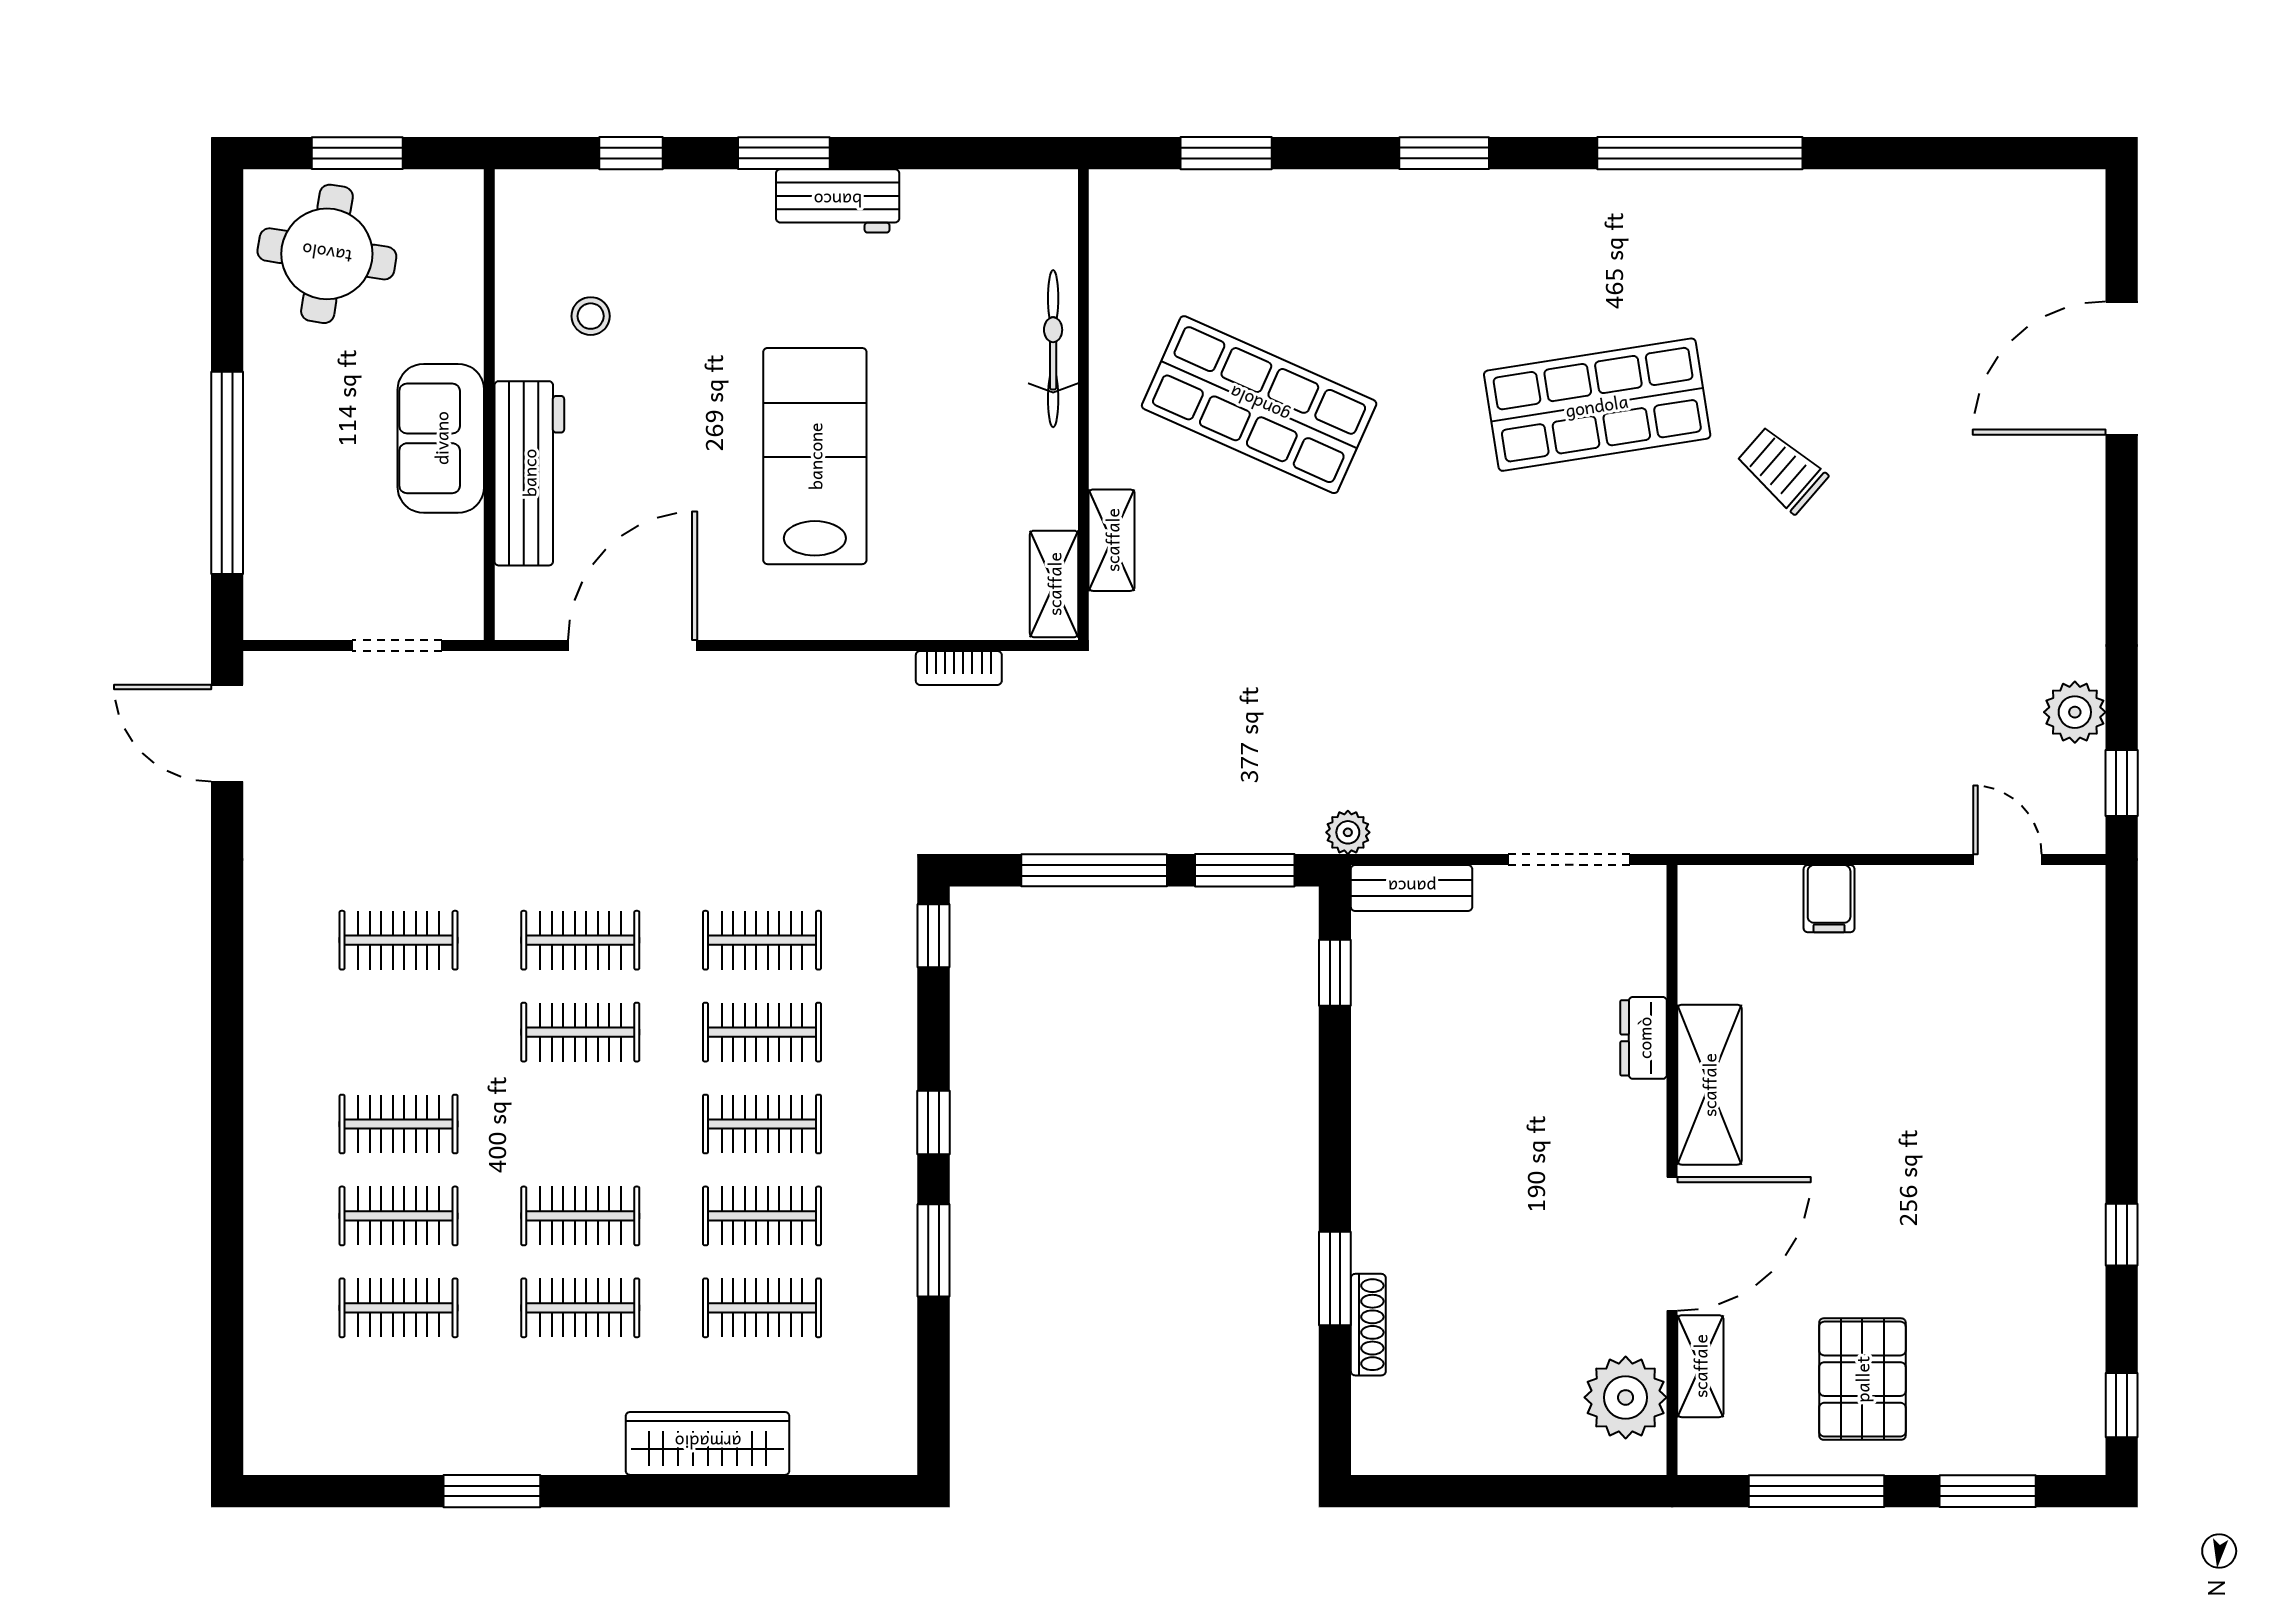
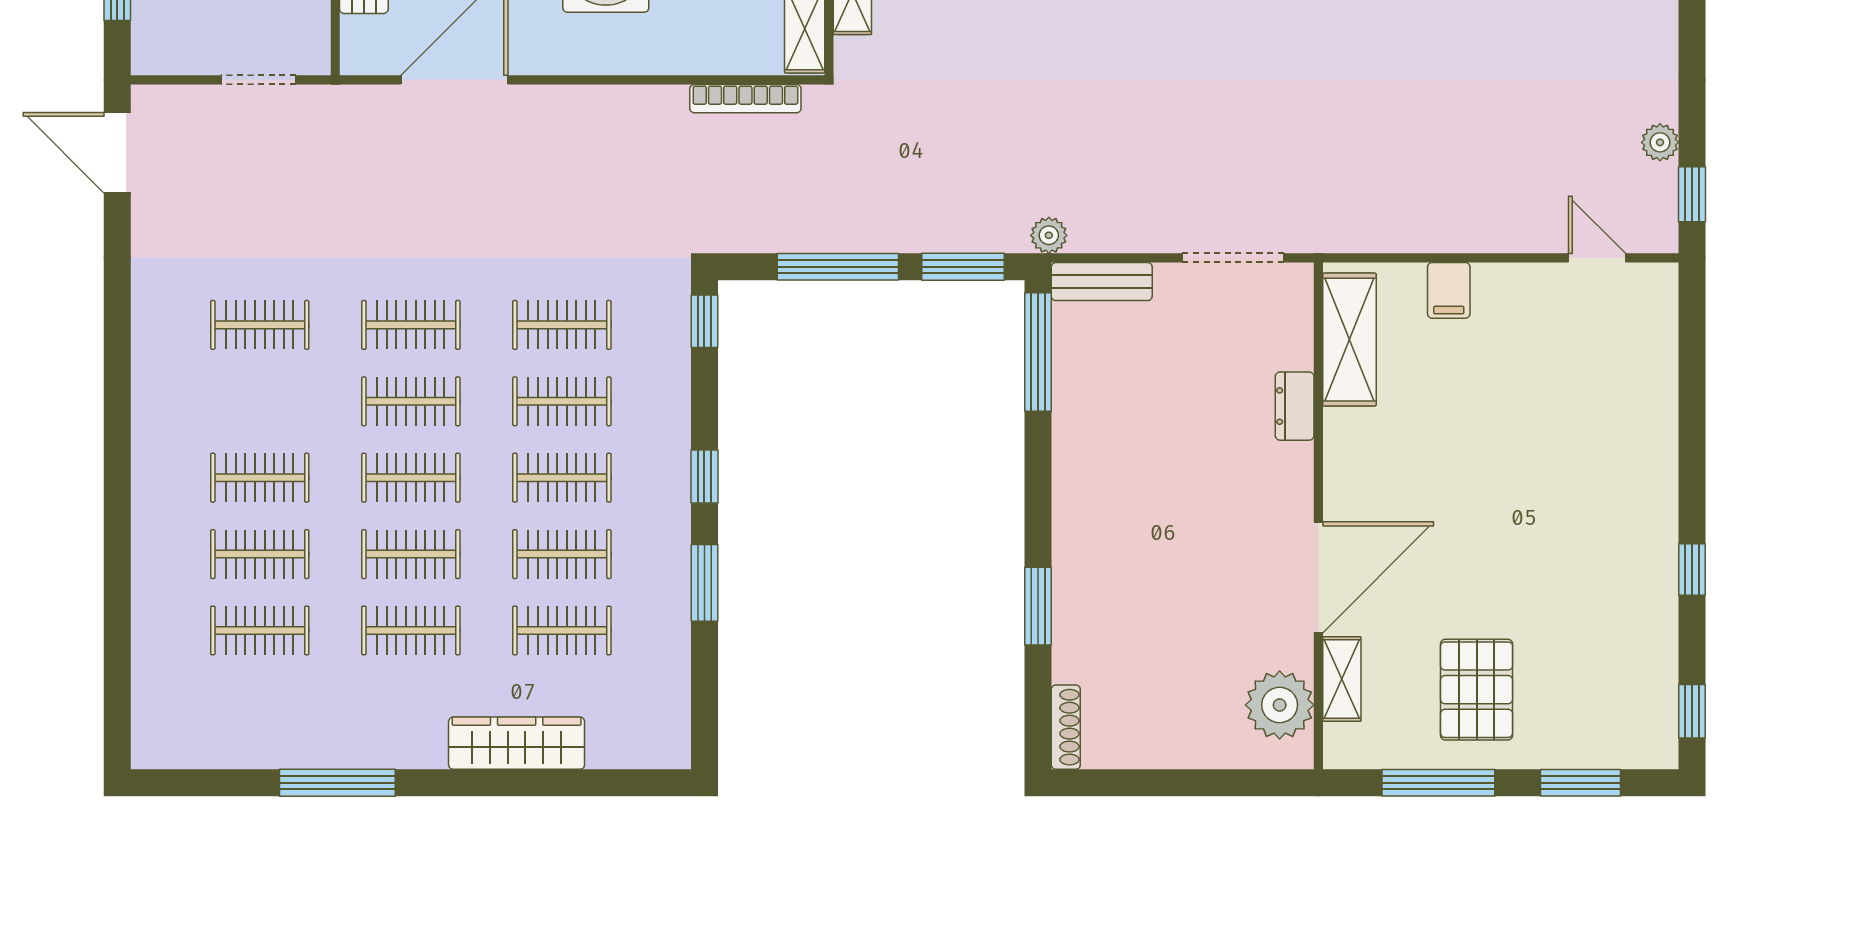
bookcase: (959, 668) -> (745, 99), width x1.56
plant: (2075, 712) -> (1660, 142), width x0.73, depth x0.73
window: (1335, 973) -> (1038, 352), width x2.17
shelving: (1709, 1085) -> (1349, 340), moved
clothes rail: (580, 1124) -> (411, 478), added
shoe rack: (1368, 1325) -> (1066, 727), moved
window: (492, 1491) -> (337, 783), width x1.44

